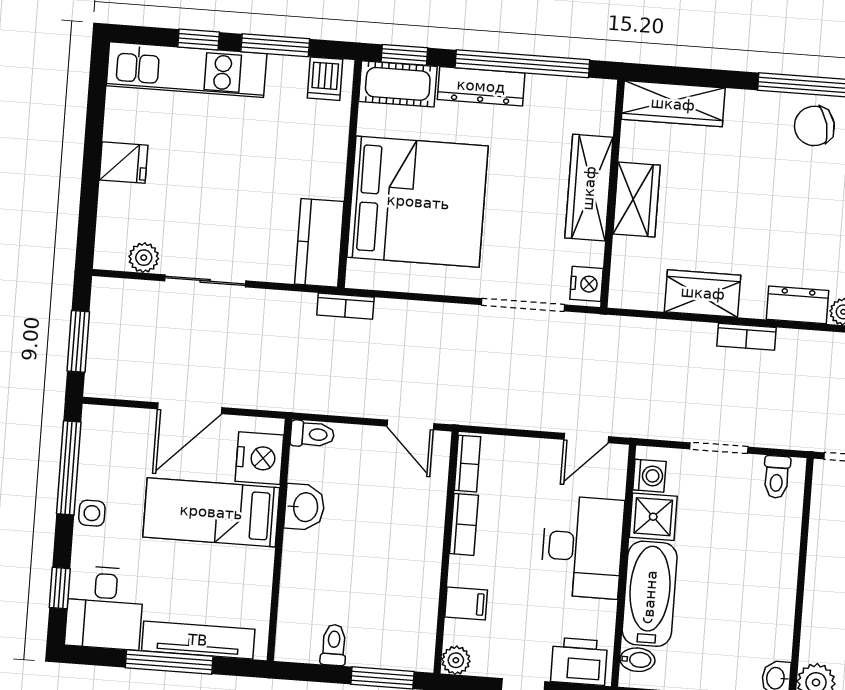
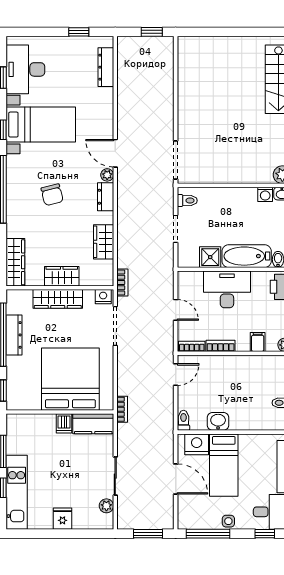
dishwasher: (325, 79) -> (64, 423), moved, turned 90
cot: (398, 84) -> (16, 392), removed
dresser: (481, 86) -> (14, 335), moved
chair: (814, 126) -> (52, 195), moved
bookcase: (746, 337) -> (122, 282), moved
door: (586, 438) -> (176, 310), moved
washing machine: (649, 476) -> (265, 194), moved, turned 180

